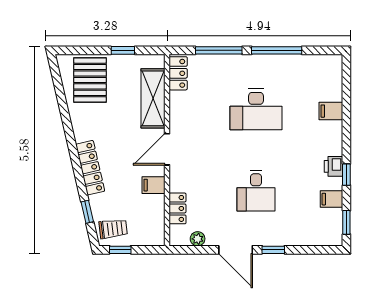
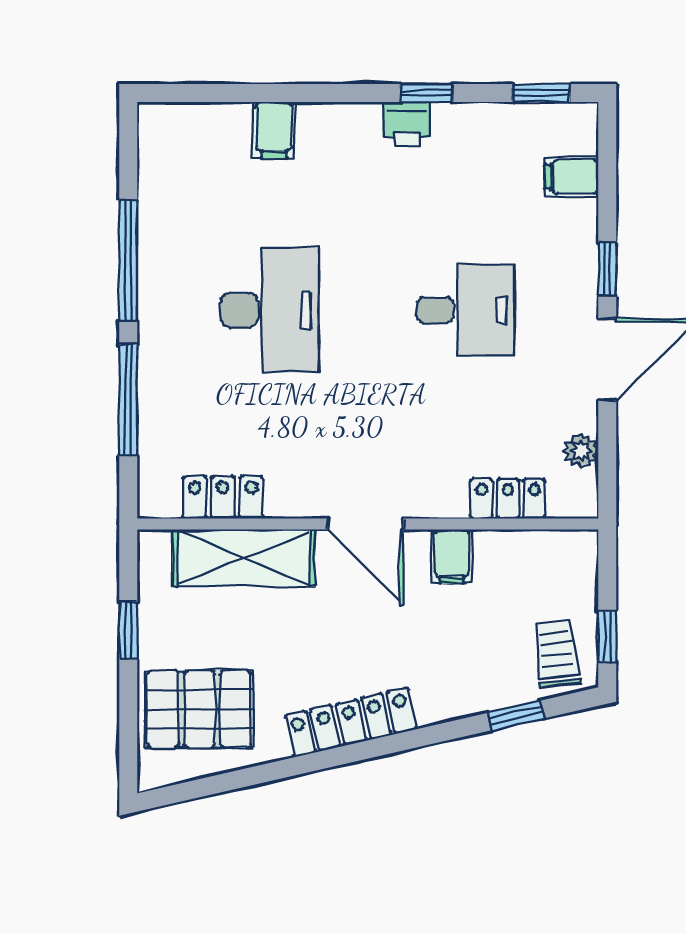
locker: (178, 73) -> (223, 497), moved
locker: (90, 168) -> (351, 722), moved
filing cabinet: (332, 199) -> (572, 177), moved, turned 90

